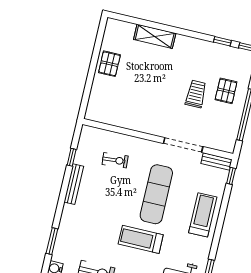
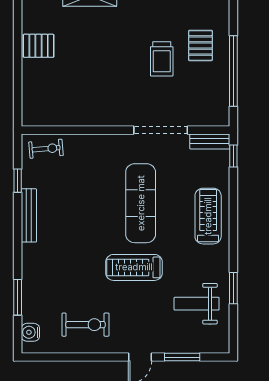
pallet: (109, 64) -> (39, 46), turned 90
trolley: (196, 94) -> (162, 59), turned 180
exercise bike: (115, 160) -> (46, 149), moved

